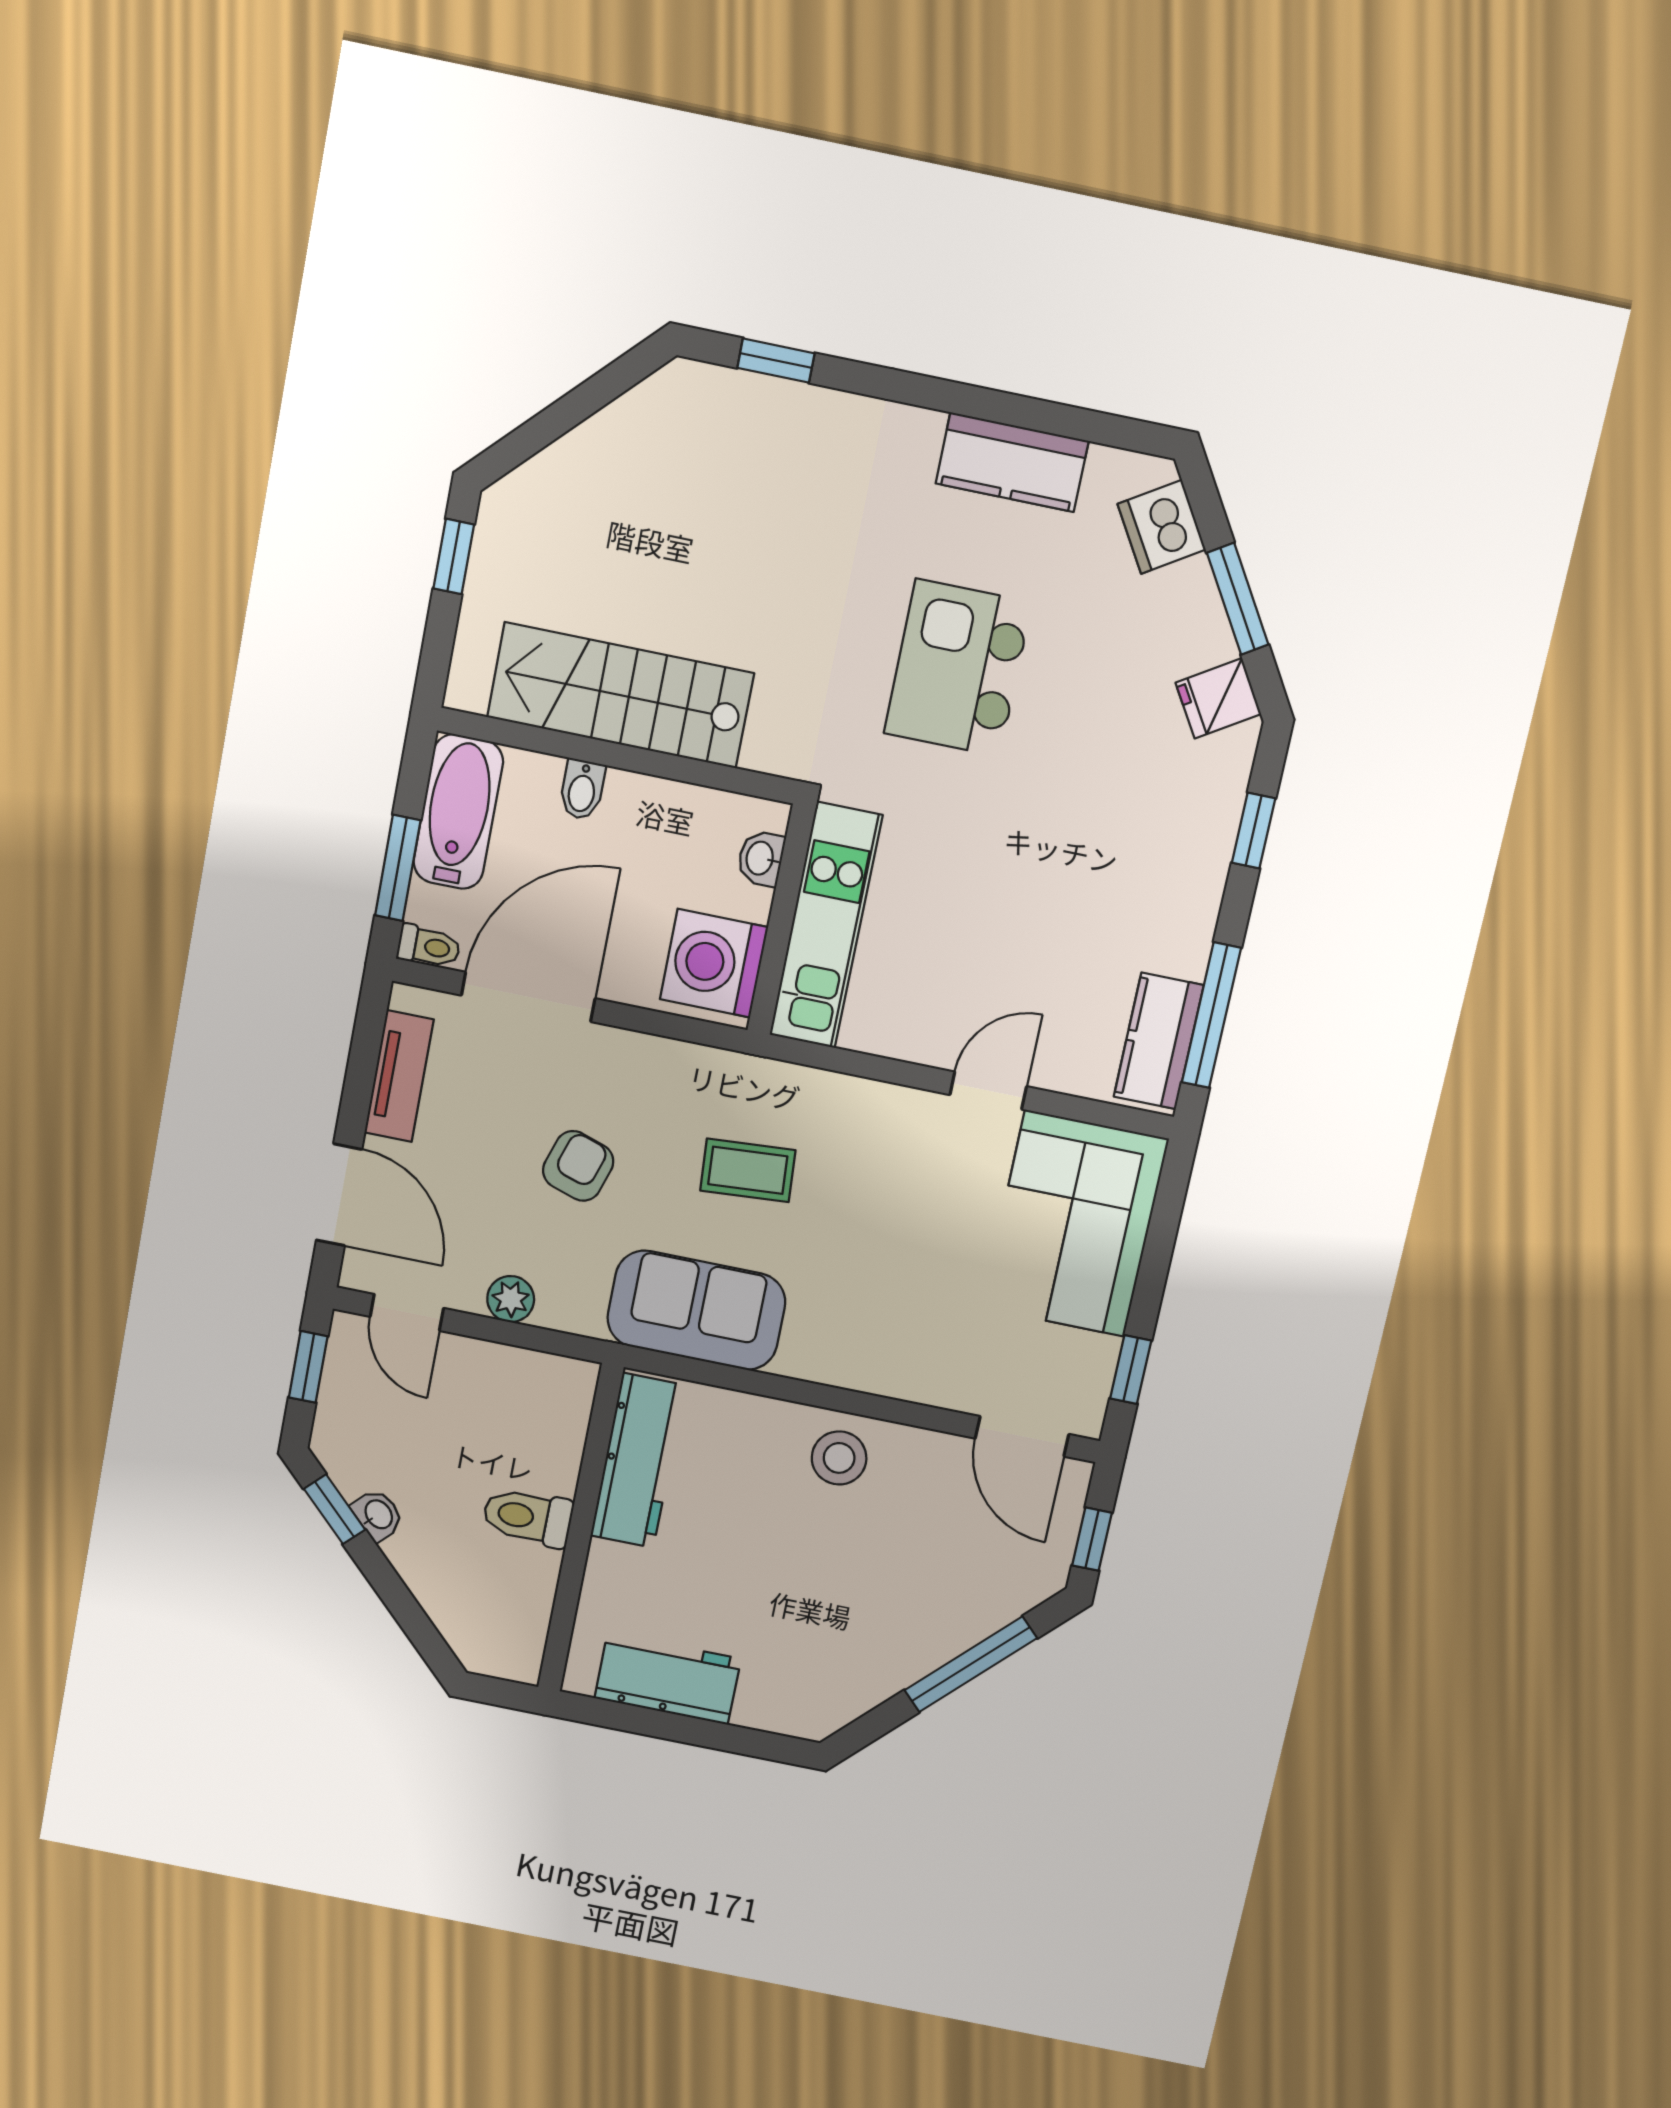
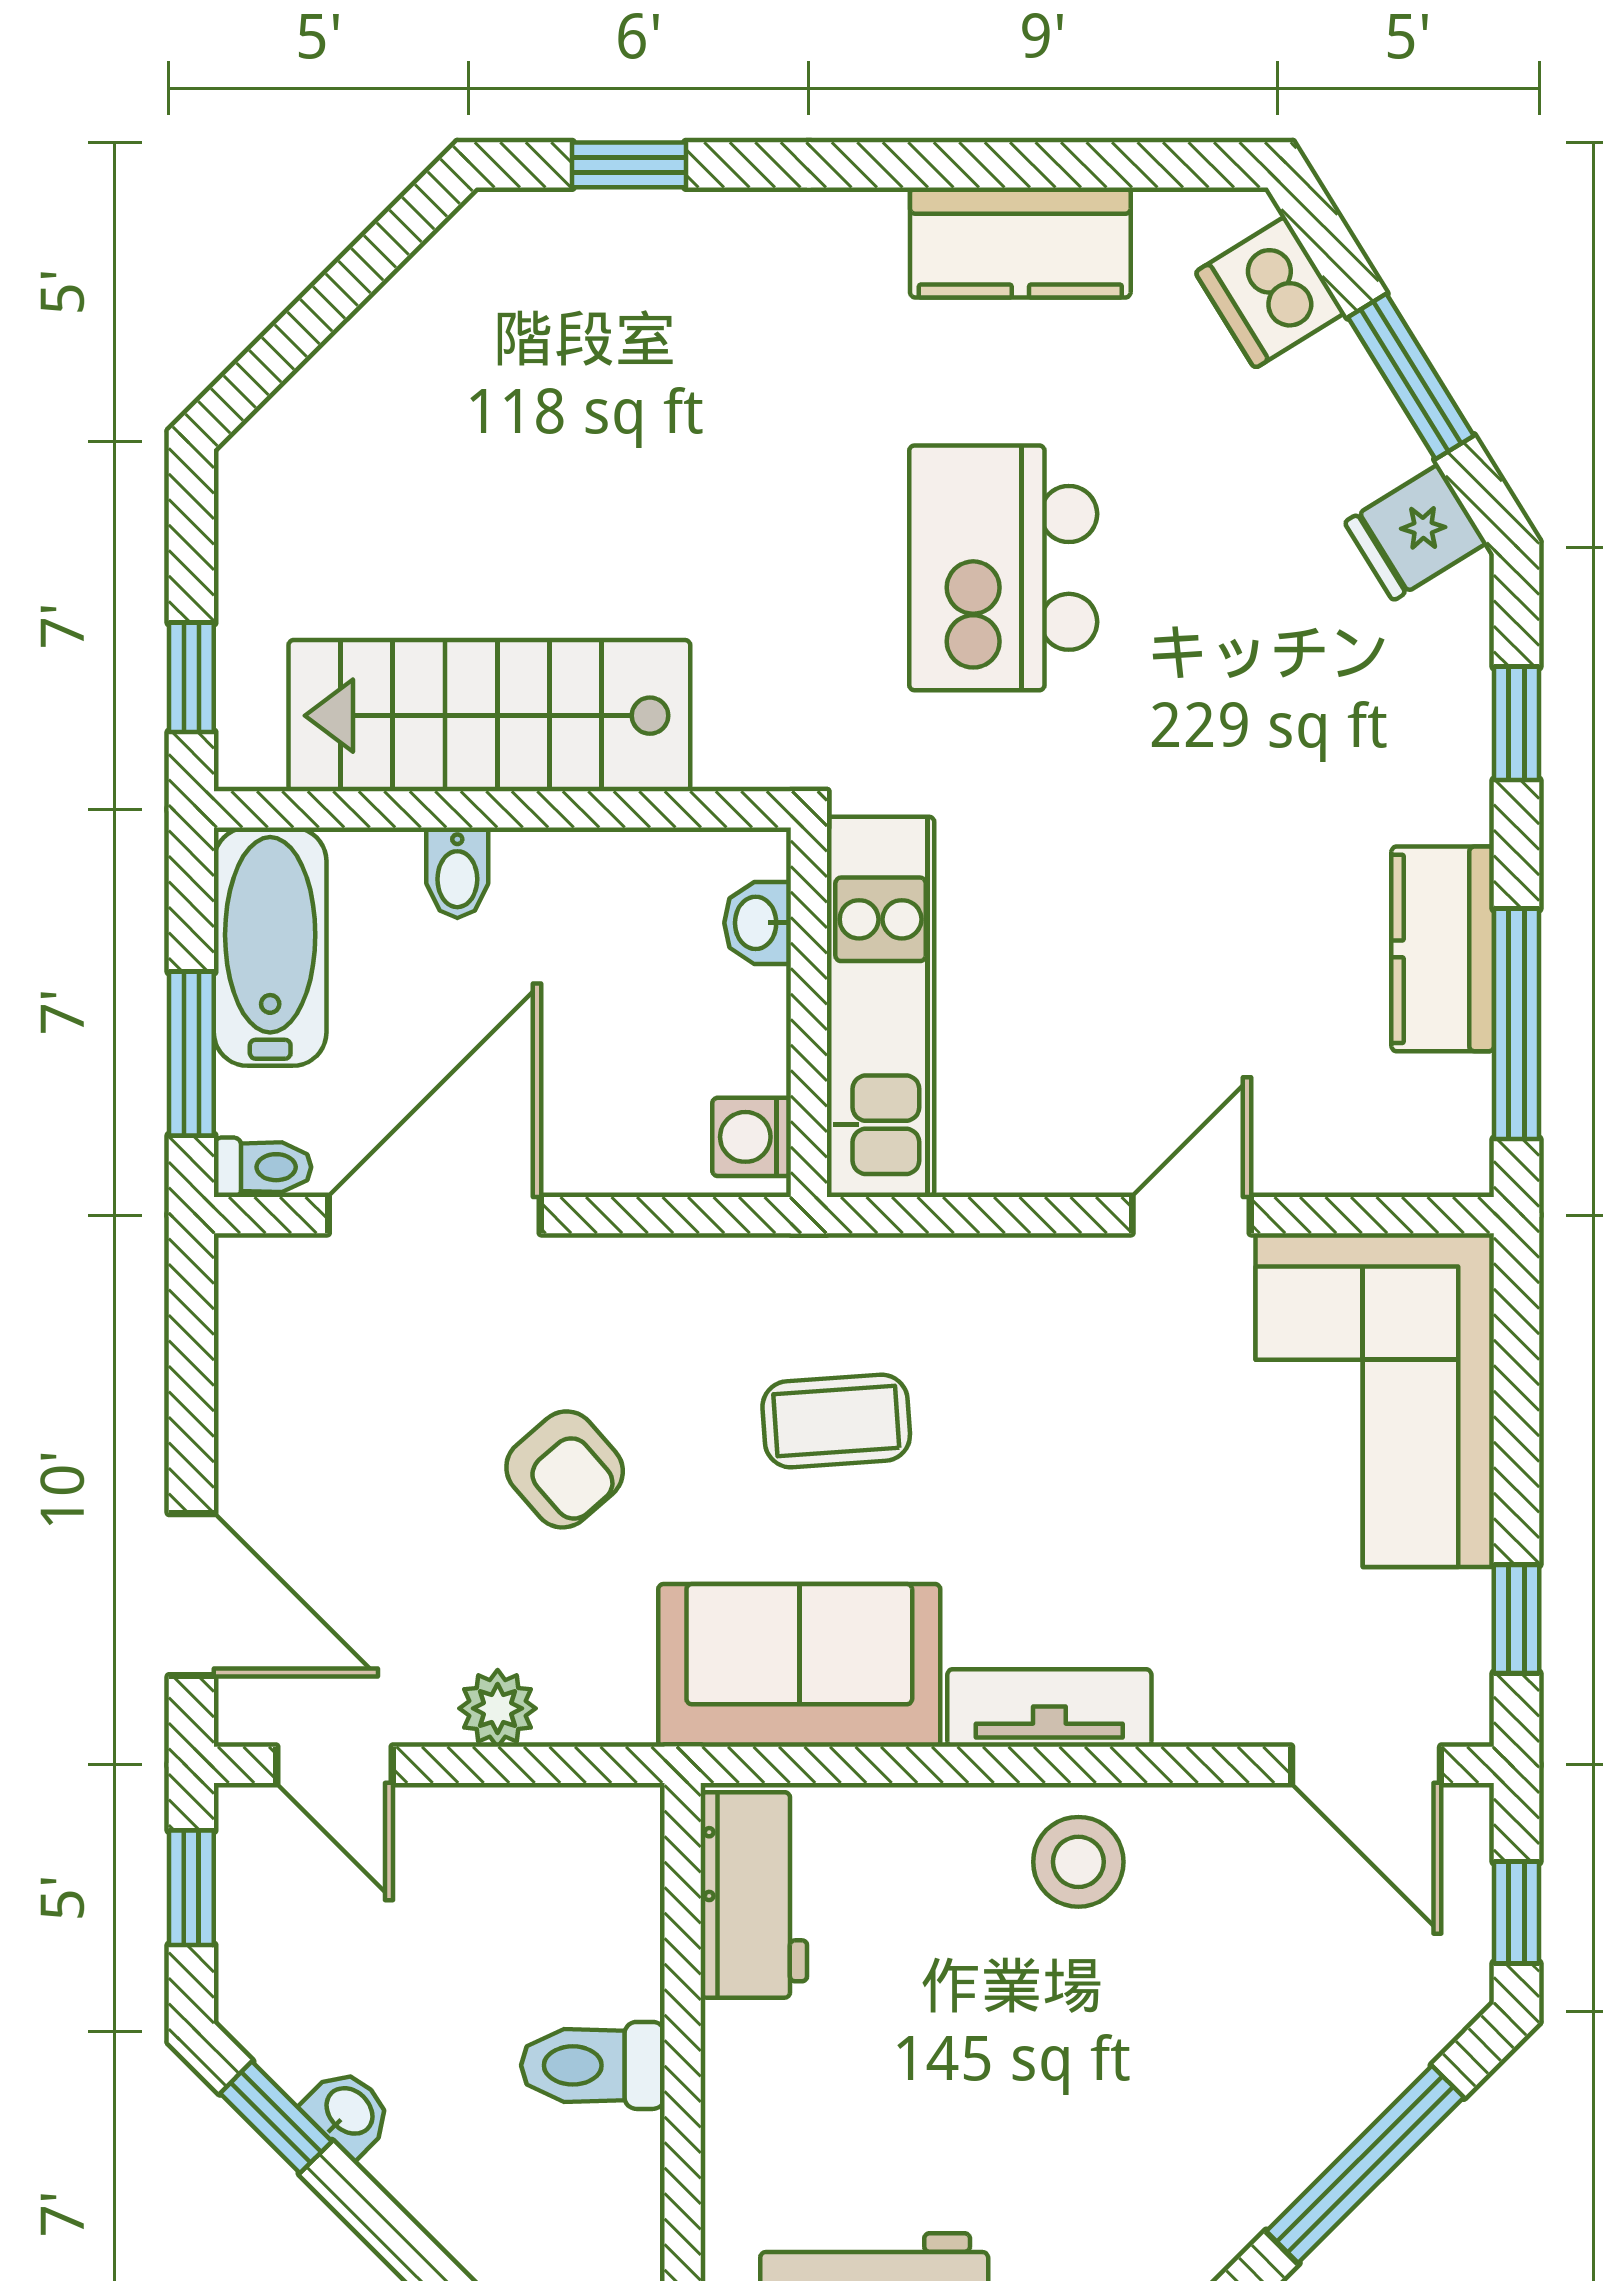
window: (454, 557) -> (191, 677), moved
washing machine: (714, 963) -> (752, 1137), width x0.53, depth x0.53
kitchen counter: (1159, 1041) -> (1443, 949), moved
tv unit: (399, 1076) -> (1049, 1708), moved, turned -90
armchair: (578, 1166) -> (565, 1469), turned 121
workbench: (638, 1461) -> (754, 1895), width x0.73

